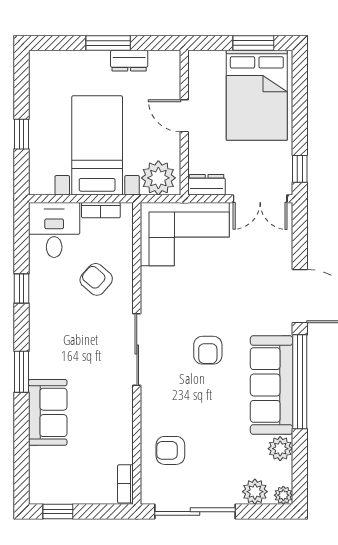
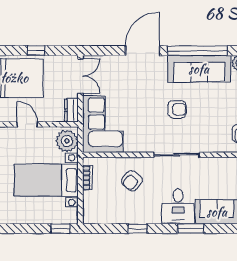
door: (184, 116) -> (27, 124), swing flipped
window: (21, 134) -> (61, 229), moved
window: (300, 169) -> (36, 51), moved
desk: (54, 230) -> (178, 206), moved, turned -90

